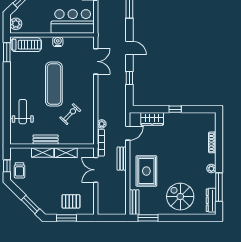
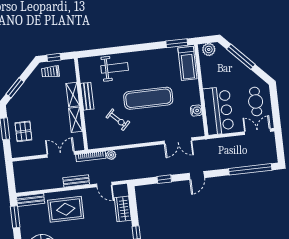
water cooler: (58, 42) -> (196, 111), moved

